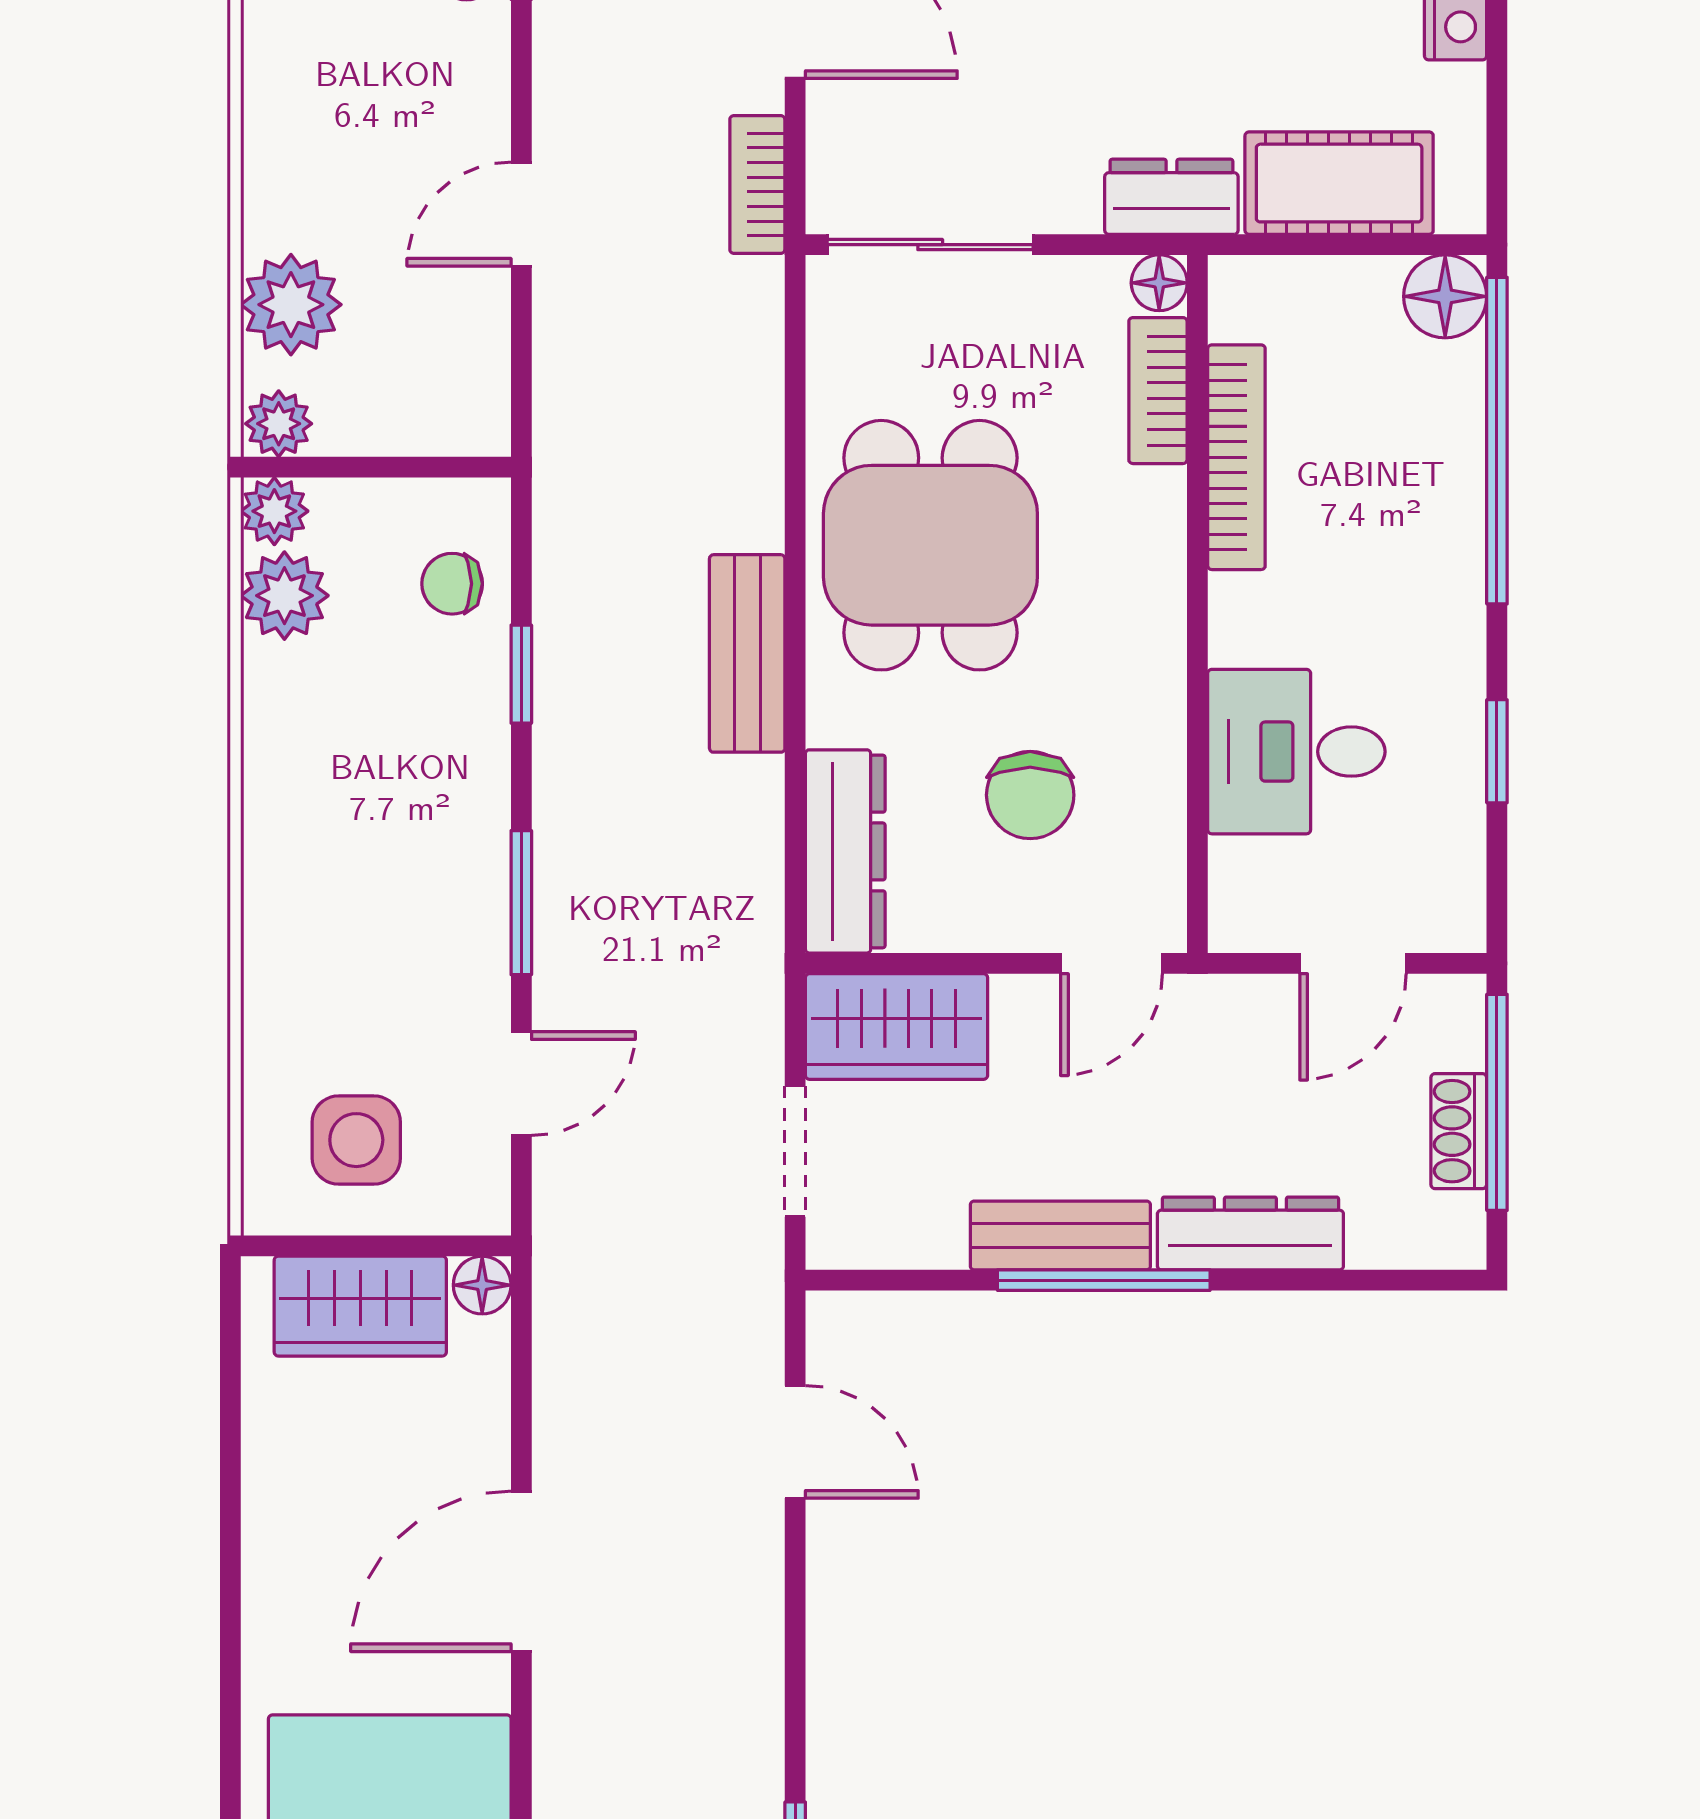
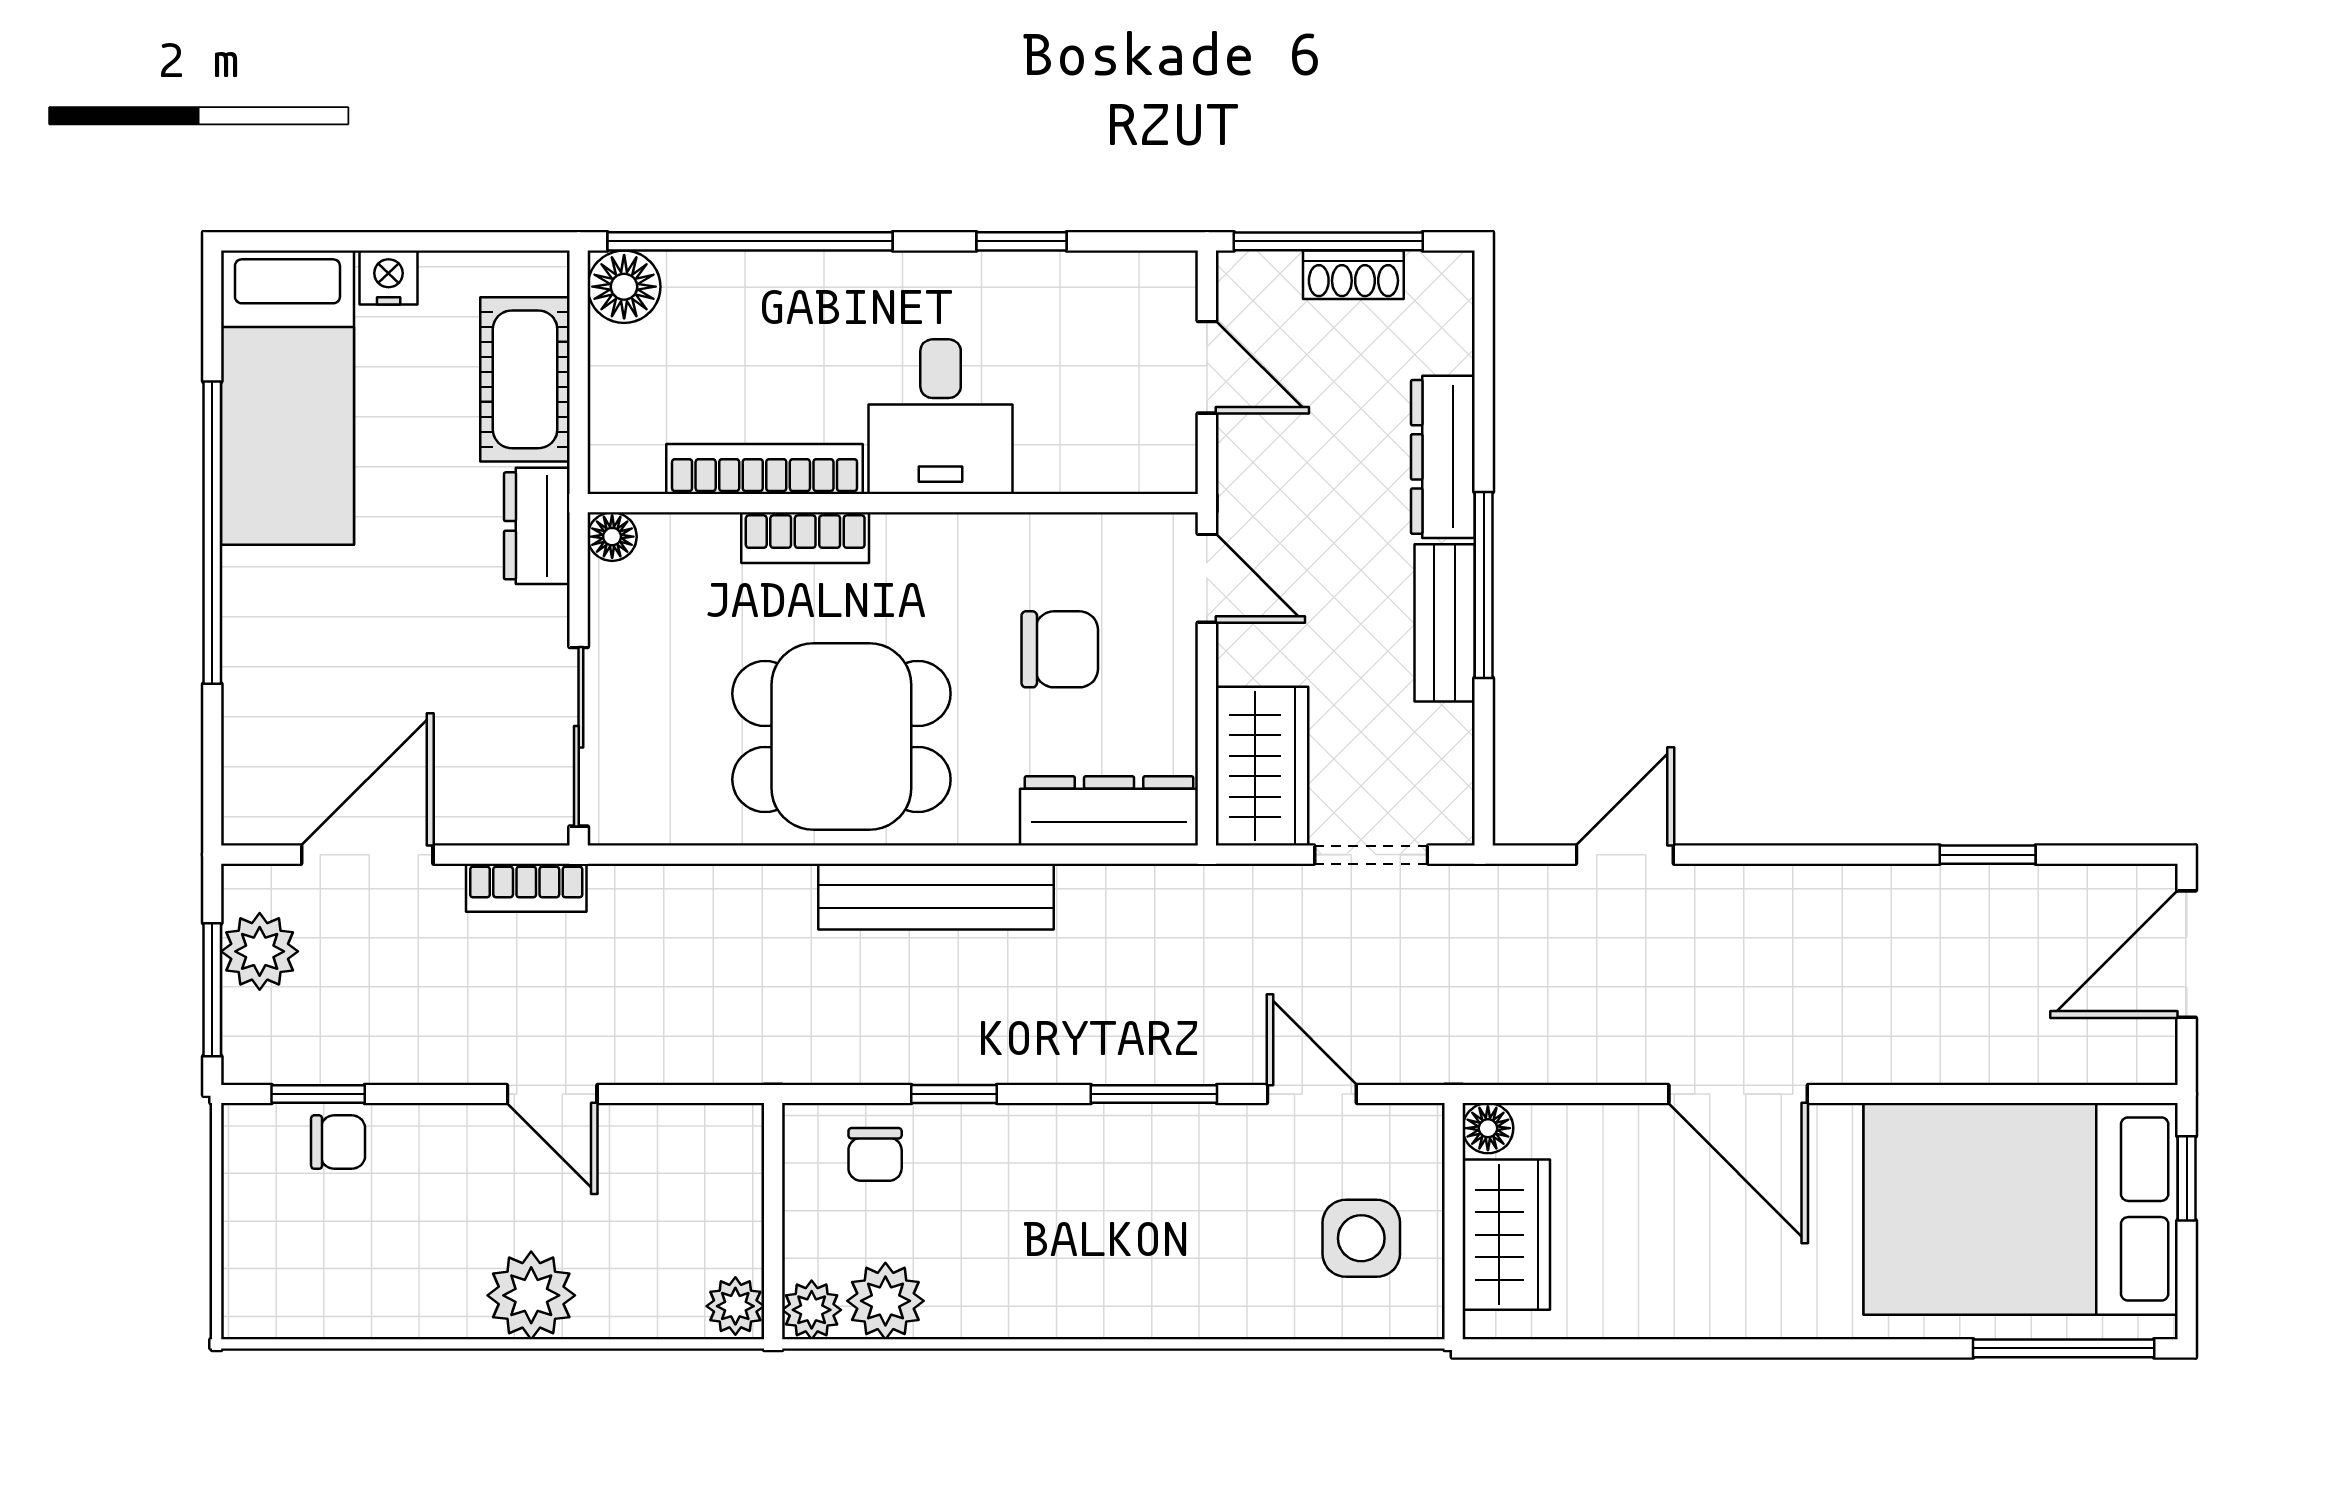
plant: (291, 305) -> (531, 1295), moved
bookcase: (1158, 391) -> (805, 538), moved
bench: (747, 653) -> (936, 897), width x1.36
desk: (1296, 752) -> (941, 417), moved

